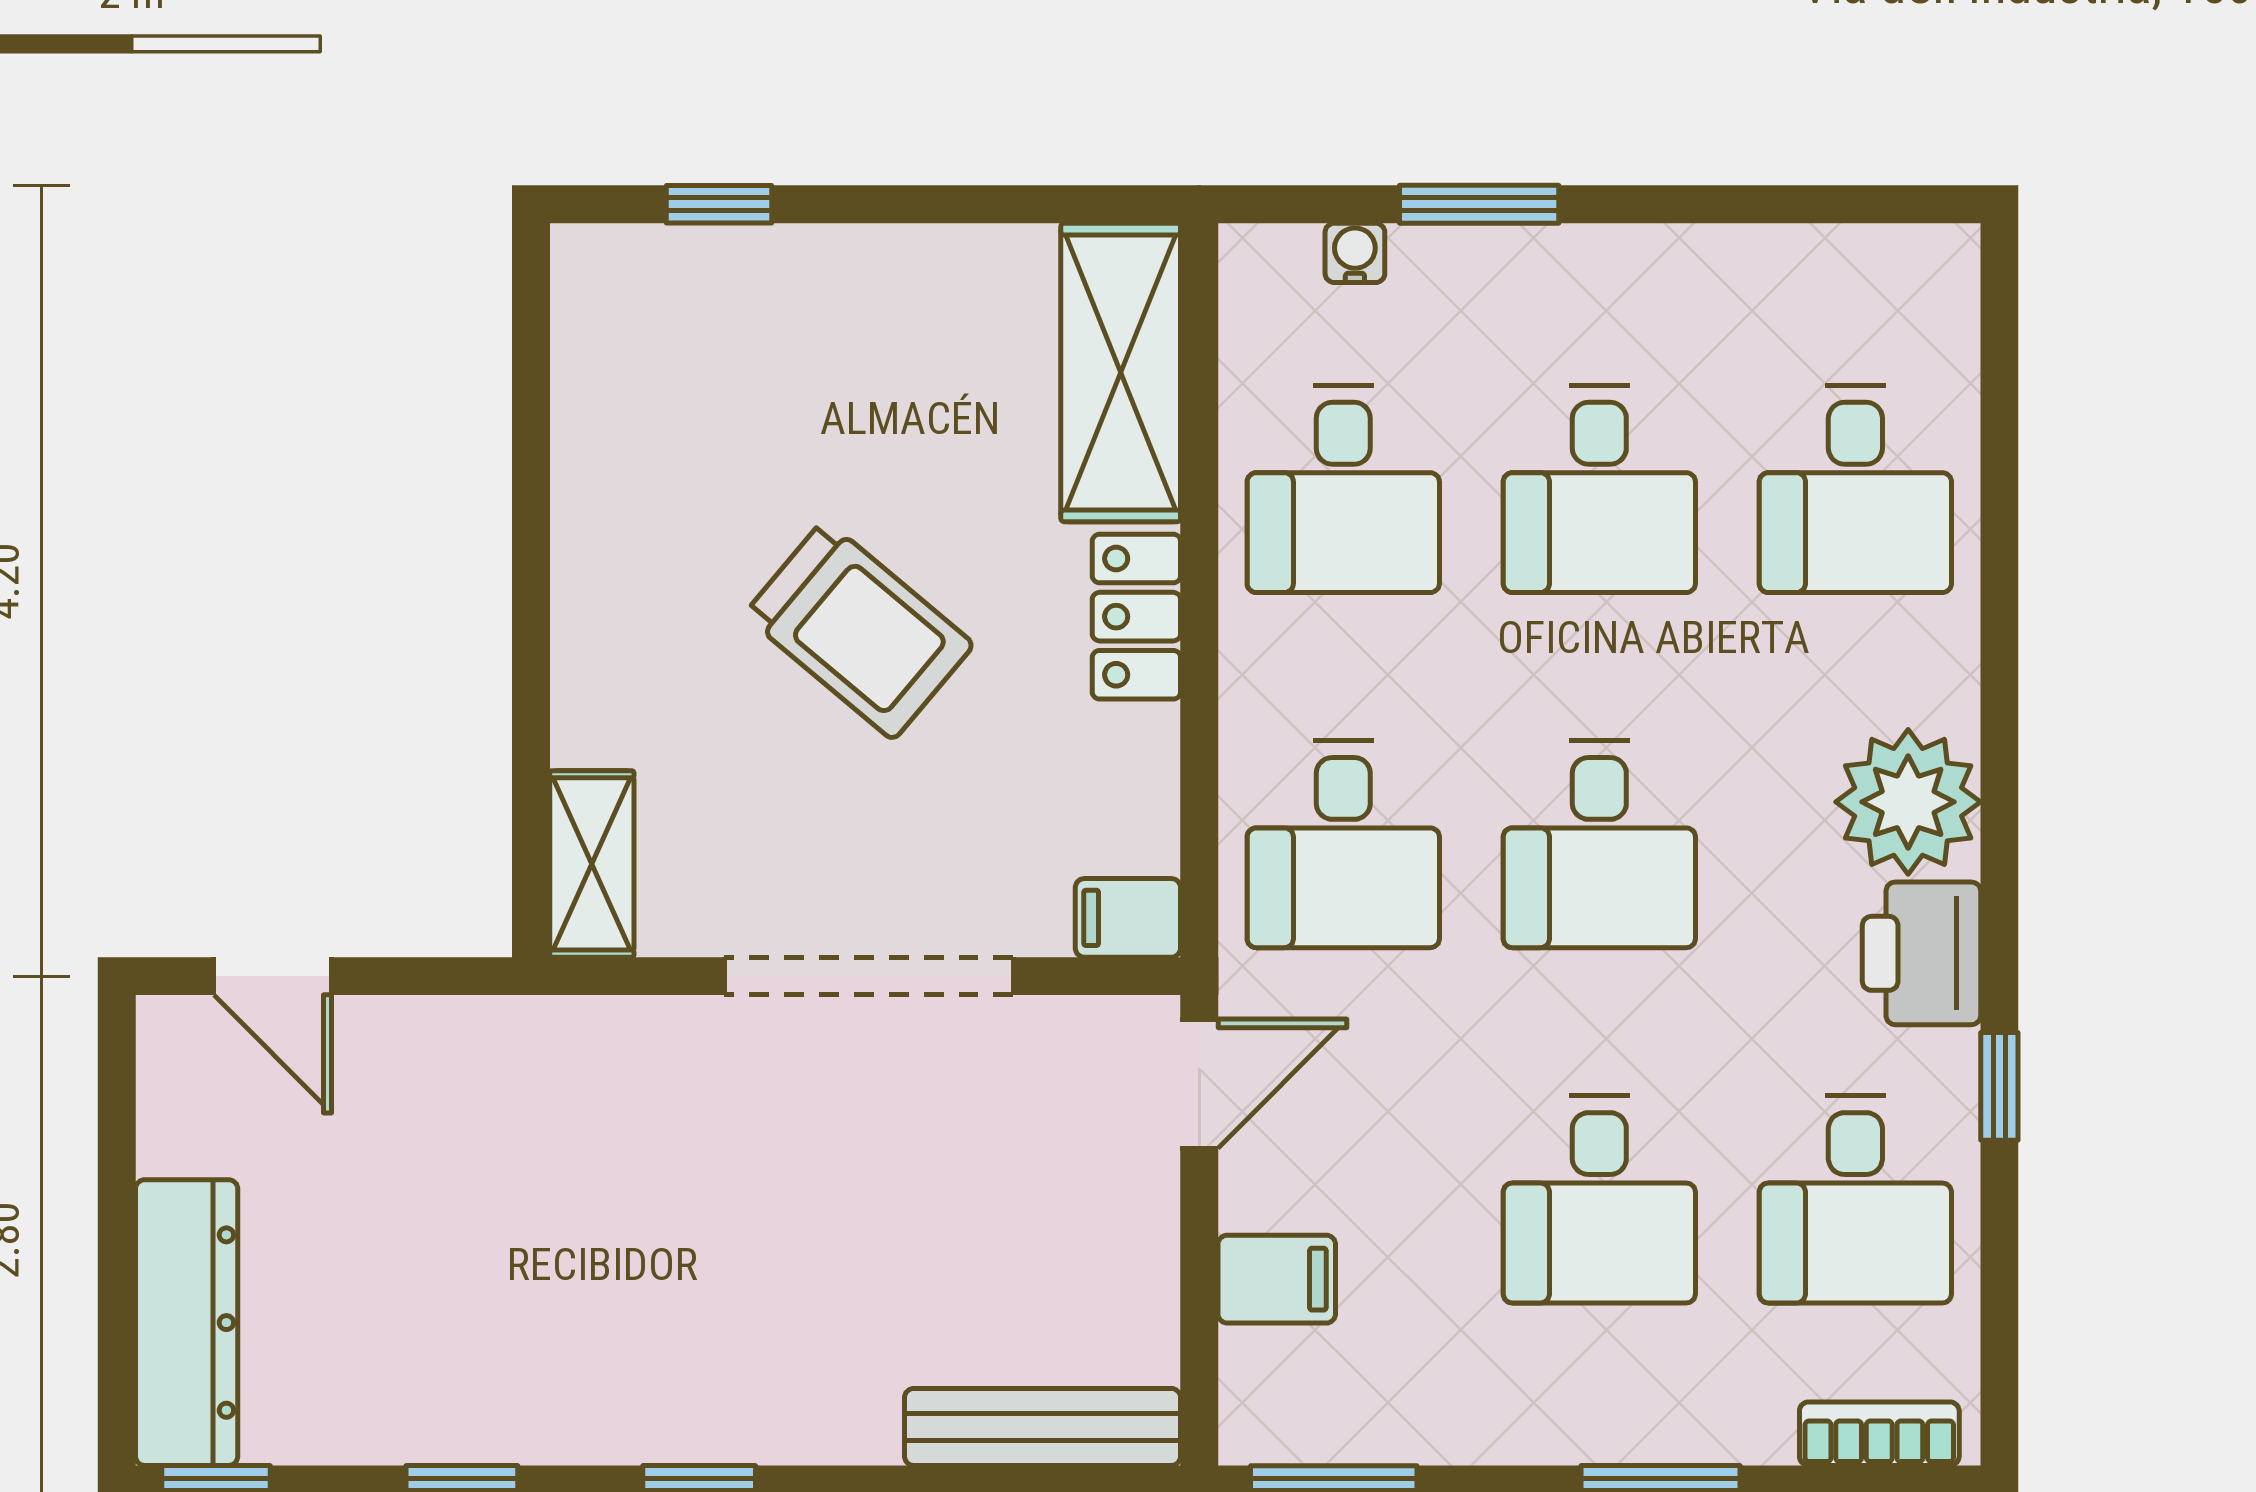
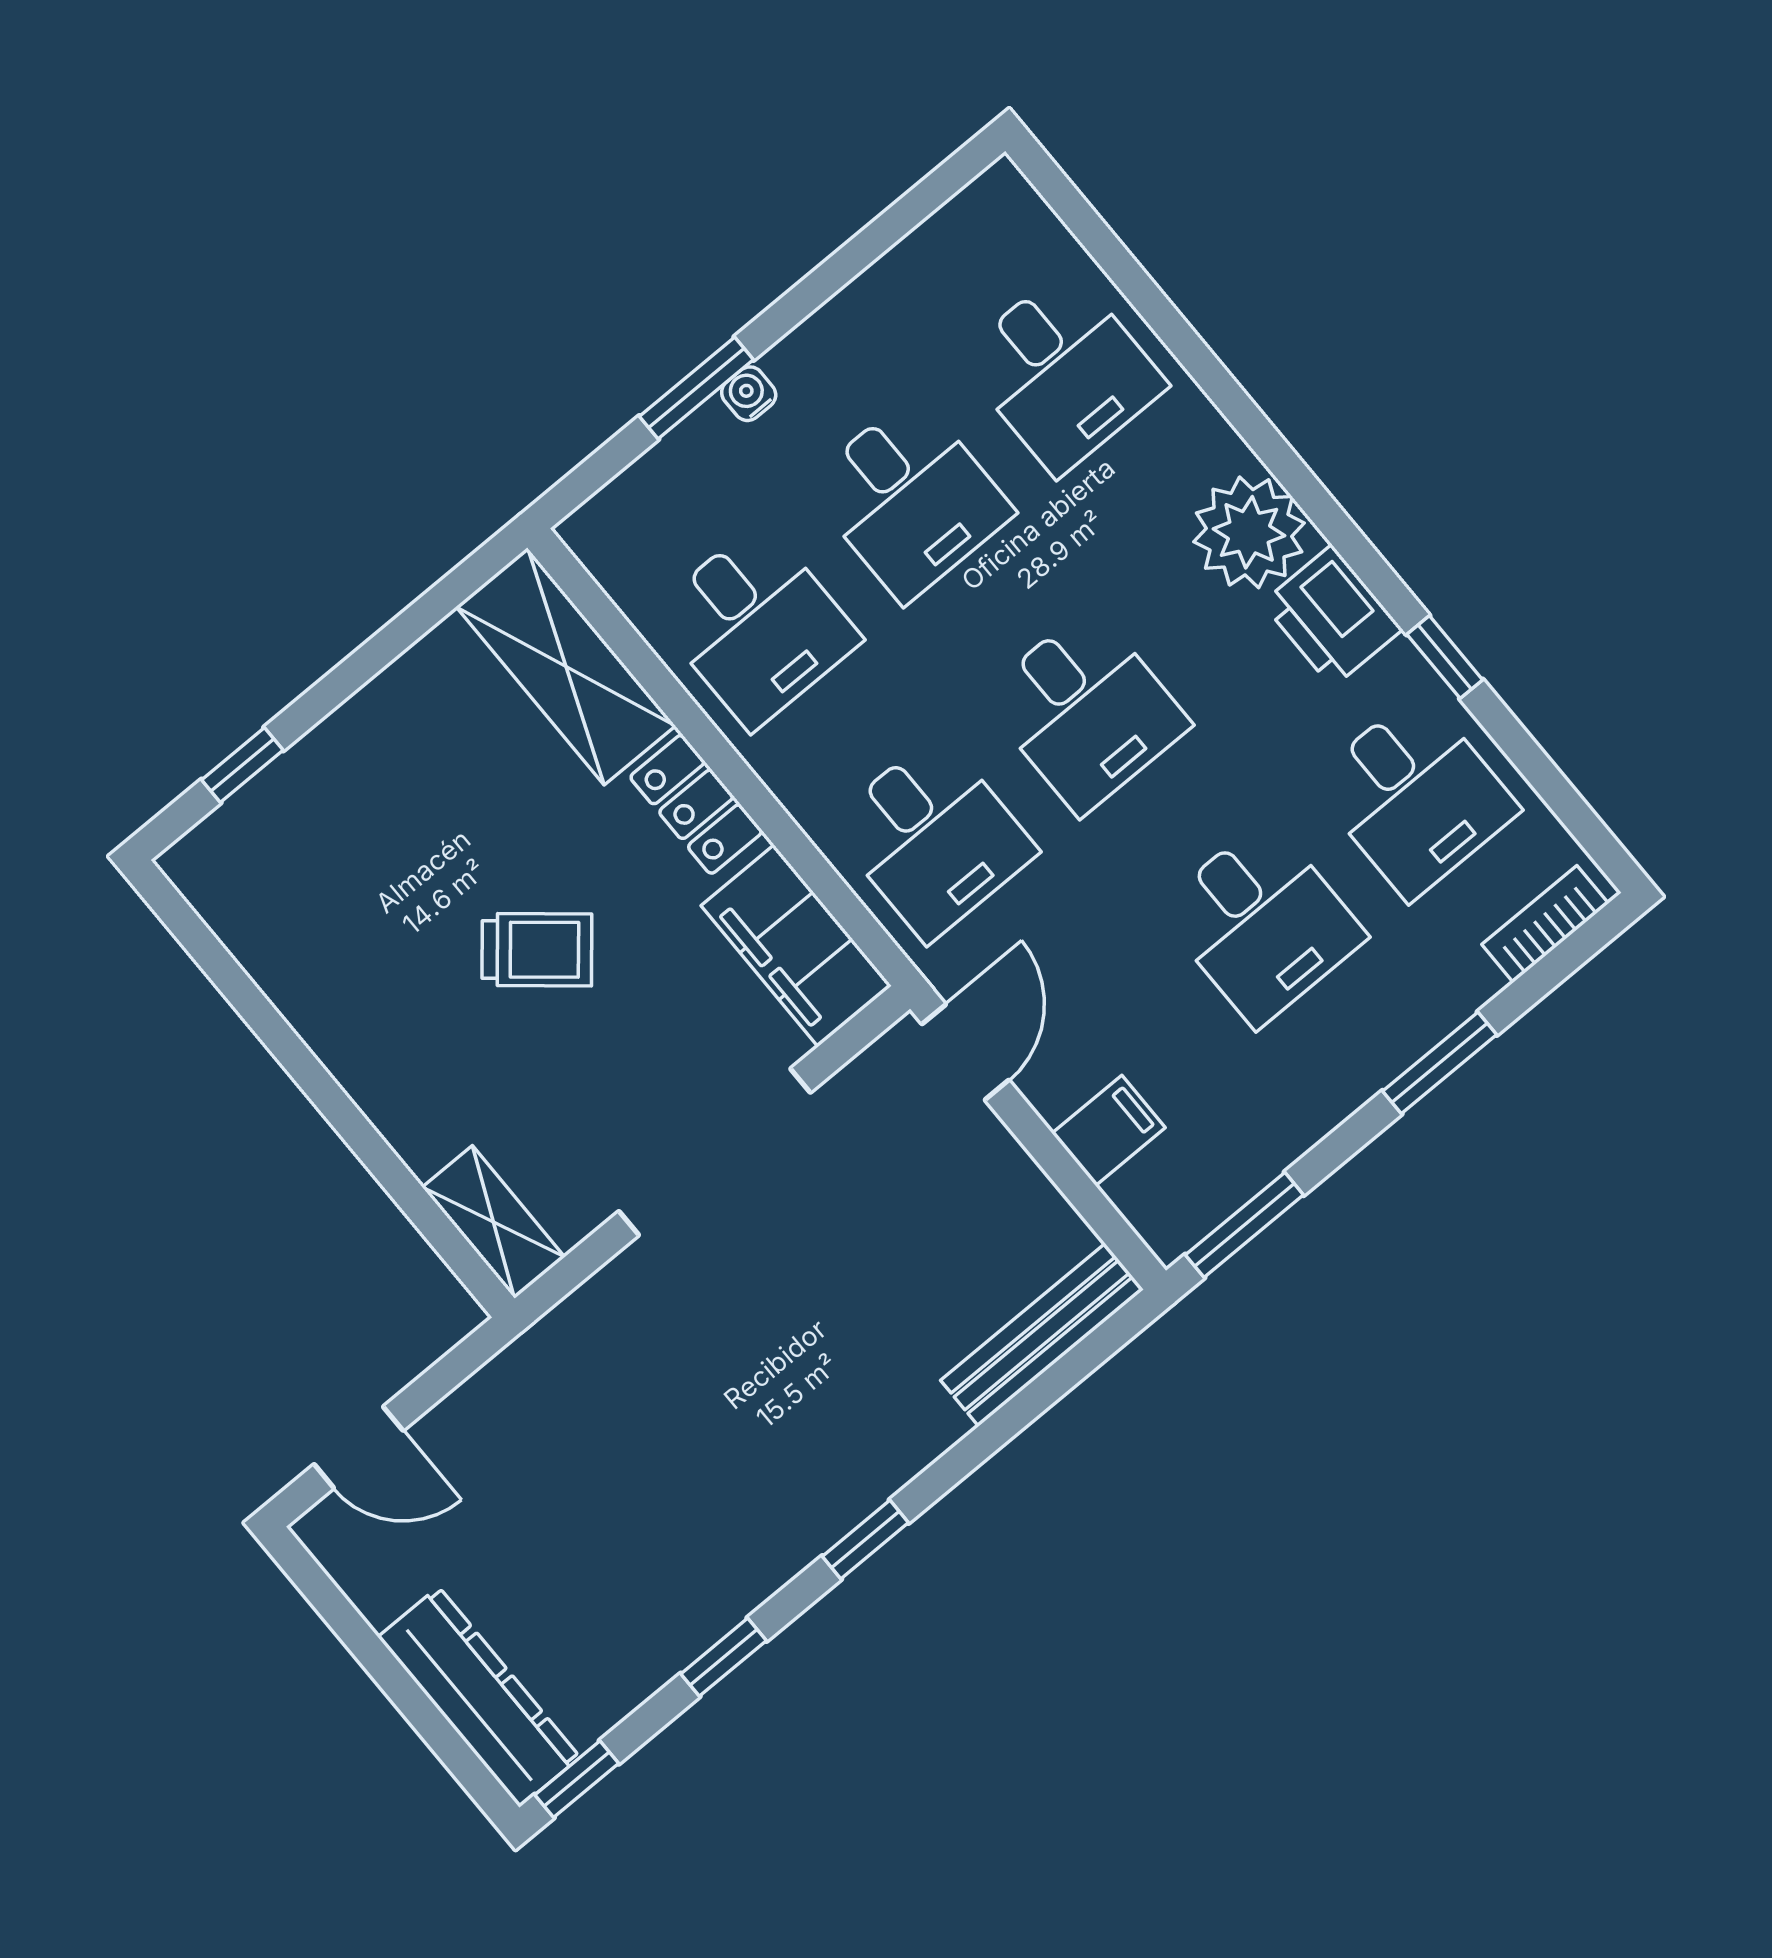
water cooler: (1355, 253) -> (749, 394), moved
trolley: (859, 630) -> (537, 950), width x0.73, depth x0.72
filing cabinet: (1128, 918) -> (796, 946), width x3.00, depth x1.17

